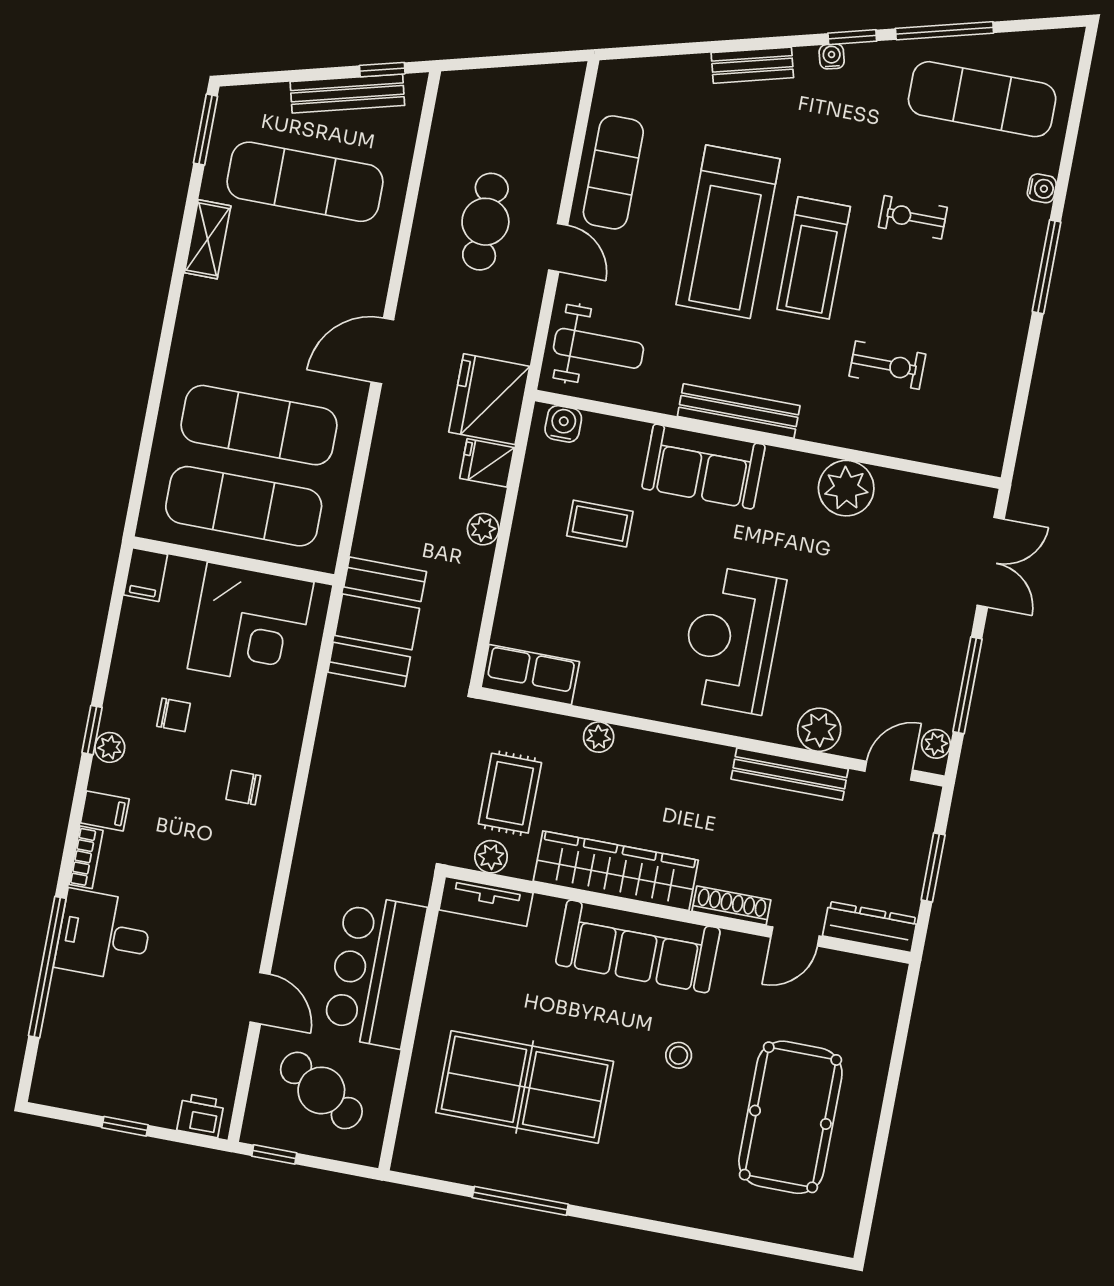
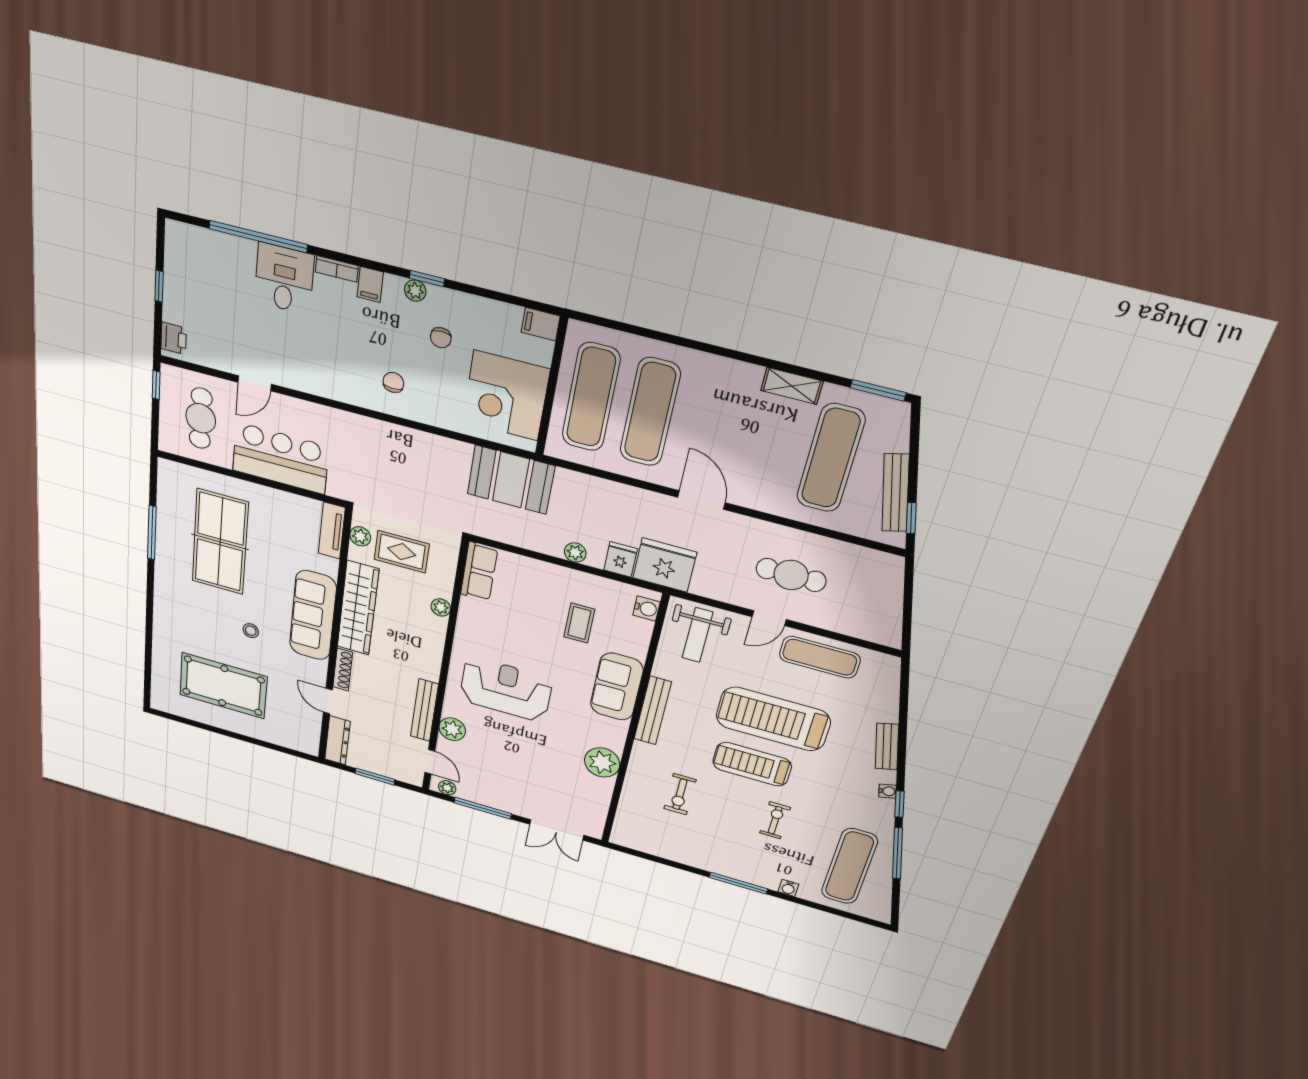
cafe table: (321, 1090) -> (201, 418), turned -31

